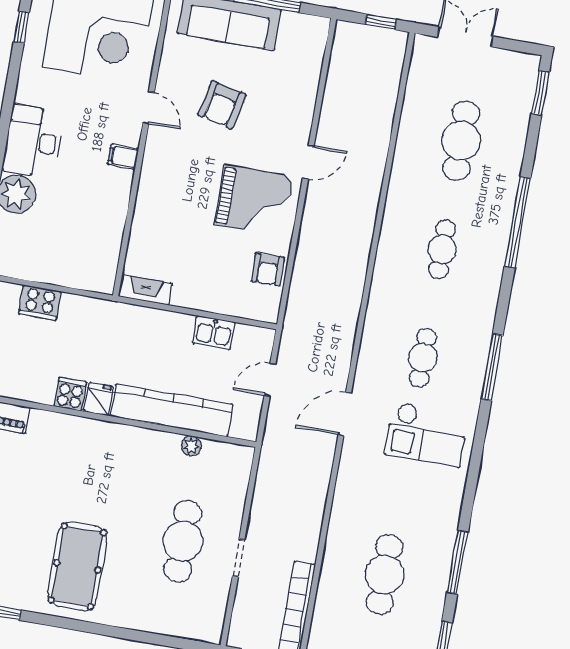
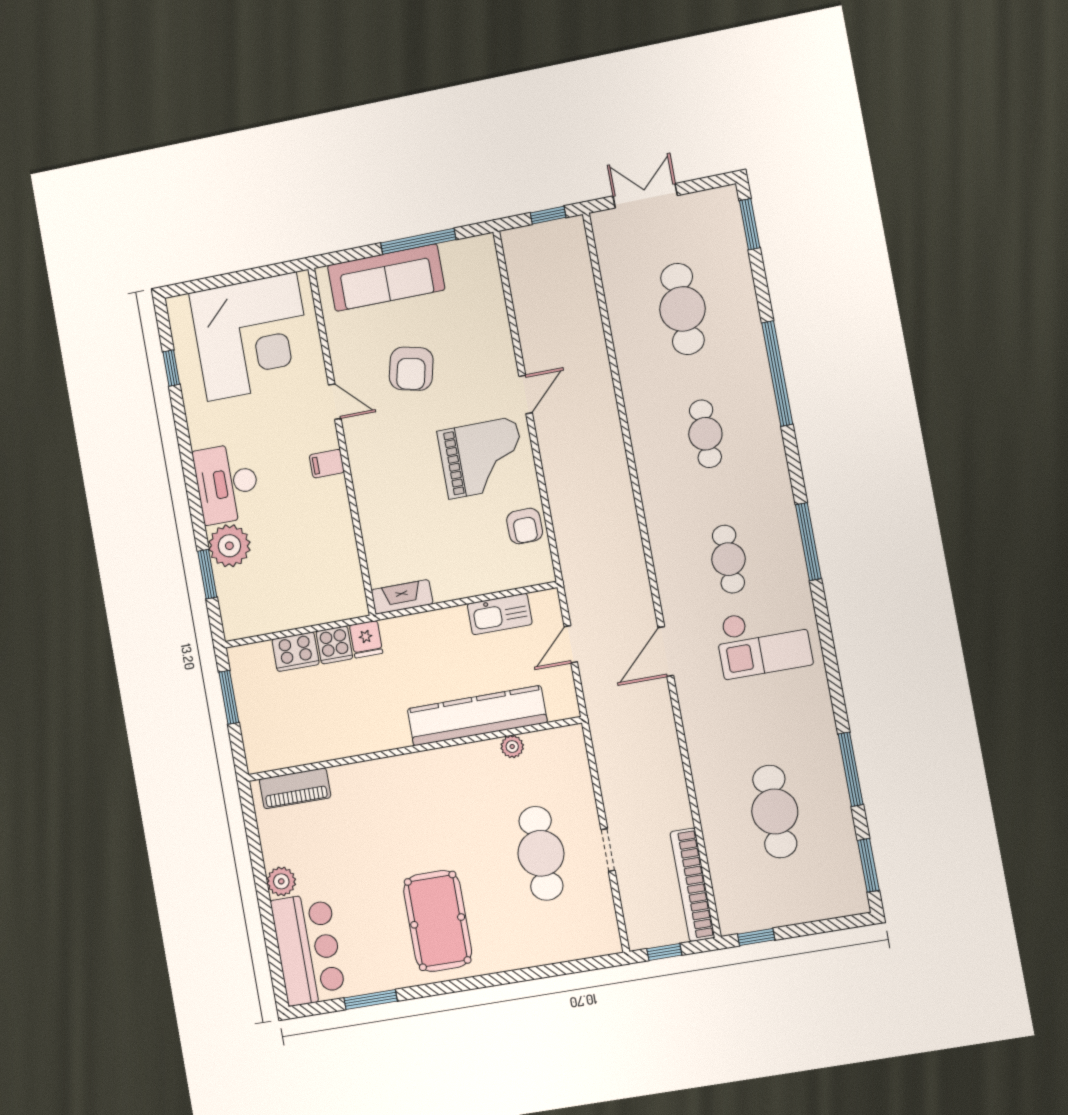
kitchen sink: (214, 333) -> (500, 614), width x1.38
cooker: (70, 394) -> (334, 645), moved, turned 180
fridge: (98, 399) -> (366, 639), moved, turned 180

